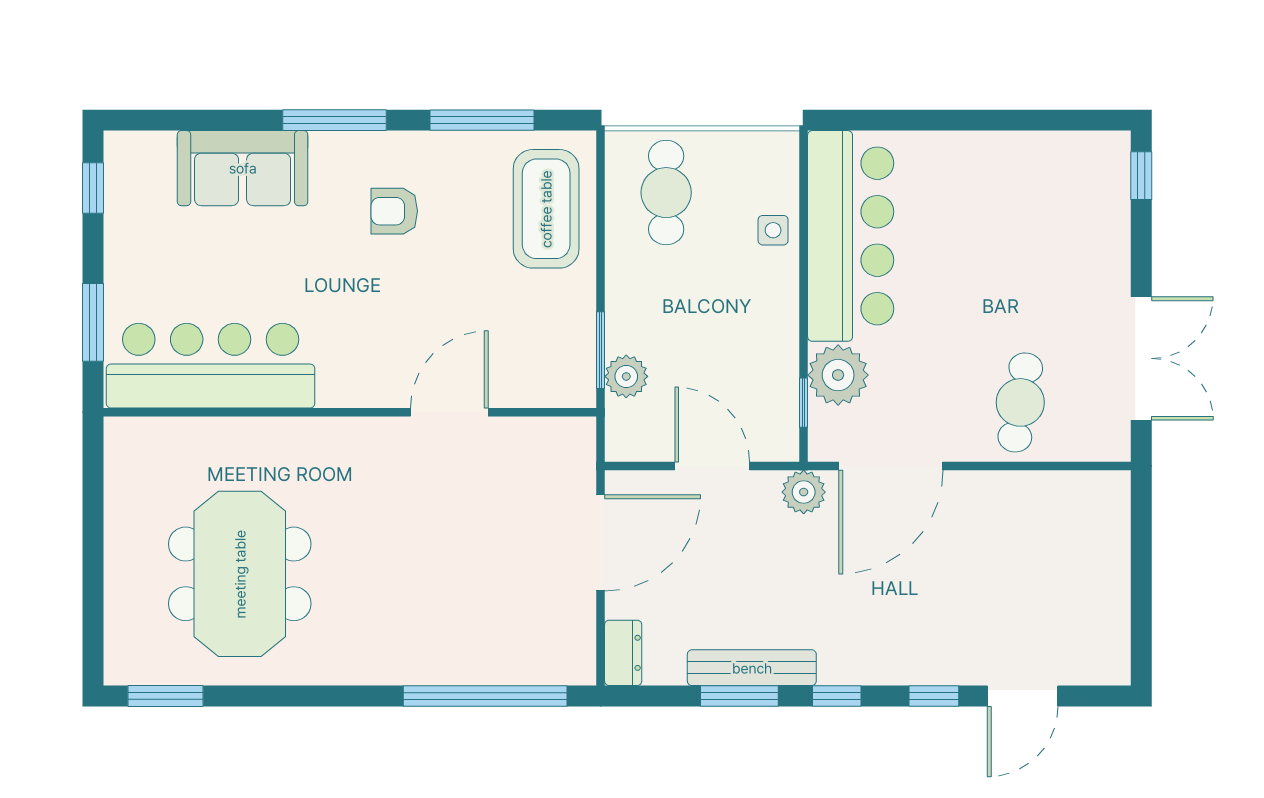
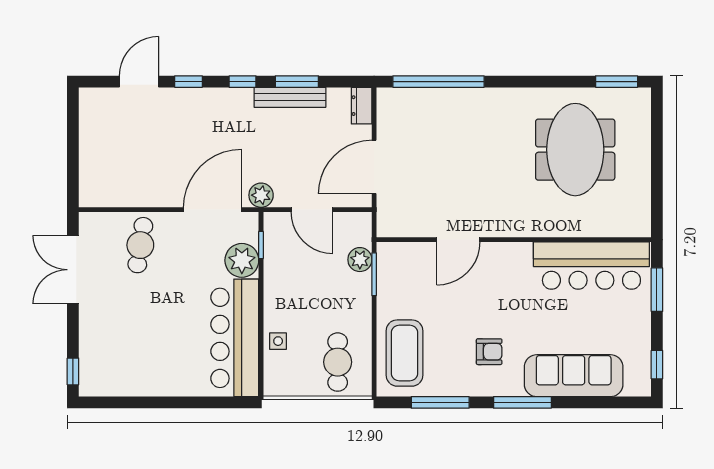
sofa: (243, 168) -> (574, 376), width x1.36

